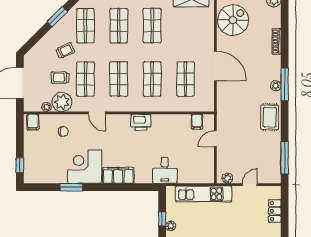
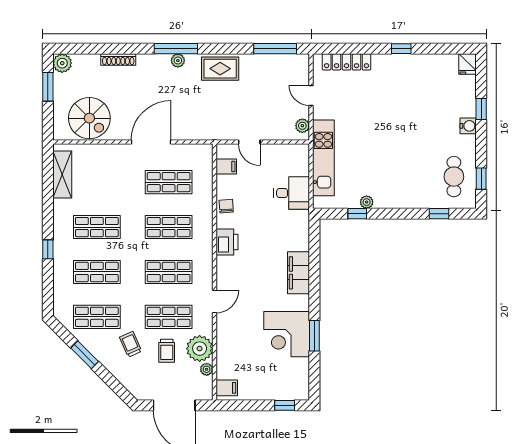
spiral stairs: (233, 20) -> (89, 118), turned 180
chair: (63, 131) -> (226, 206), moved
corner desk: (85, 167) -> (287, 334), moved
desk: (165, 170) -> (292, 193), moved
locker: (275, 211) -> (347, 62), width x1.53

